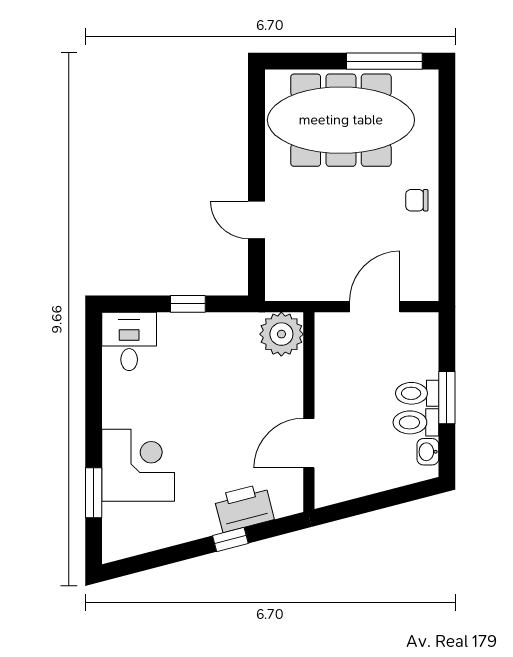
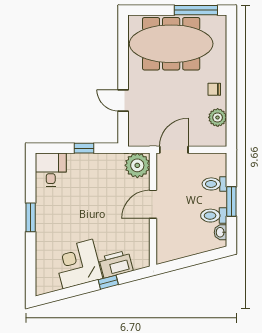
plant: (423, 250) -> (218, 117), added
door: (375, 307) -> (174, 150), moved
toilet: (417, 393) -> (214, 184), moved
door: (309, 443) -> (153, 204), moved
corner desk: (138, 465) -> (78, 264), moved, turned -105
window: (94, 493) -> (31, 217), moved

